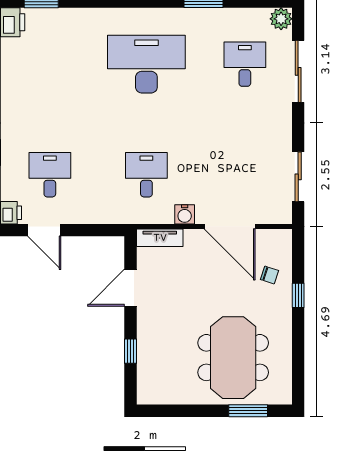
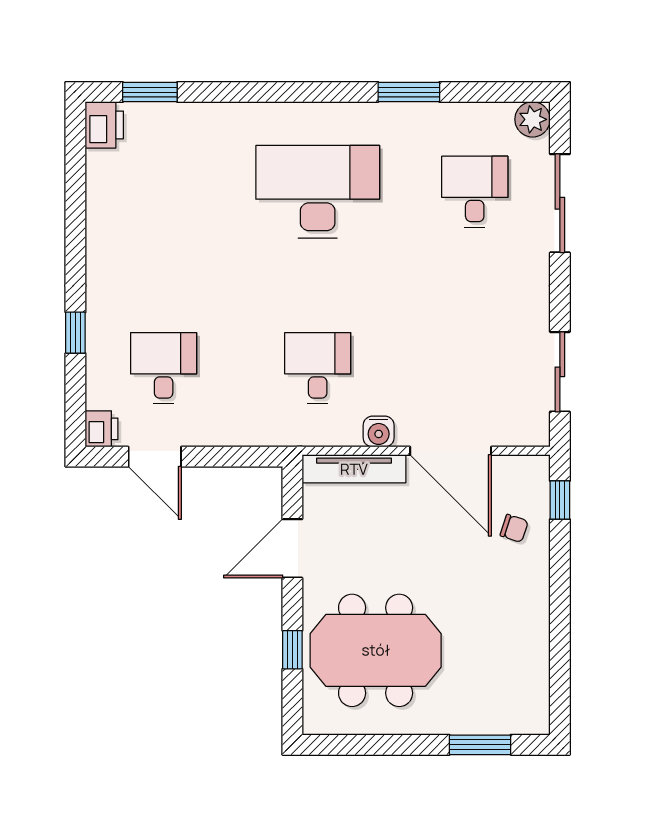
tv unit: (160, 238) -> (354, 469), width x1.41
window: (298, 295) -> (560, 500), moved
meeting table: (233, 358) -> (376, 650), moved, turned 90

